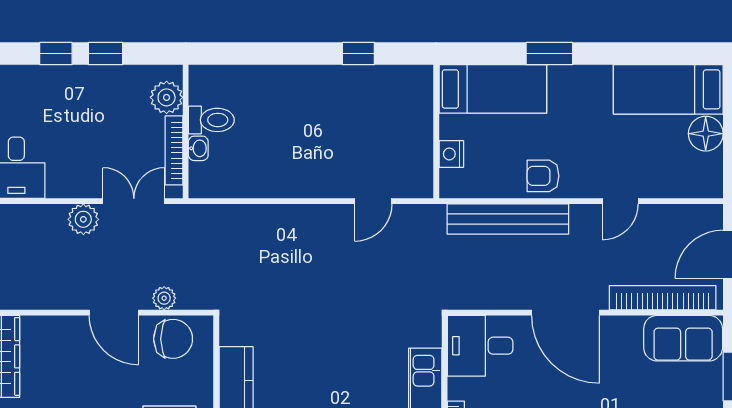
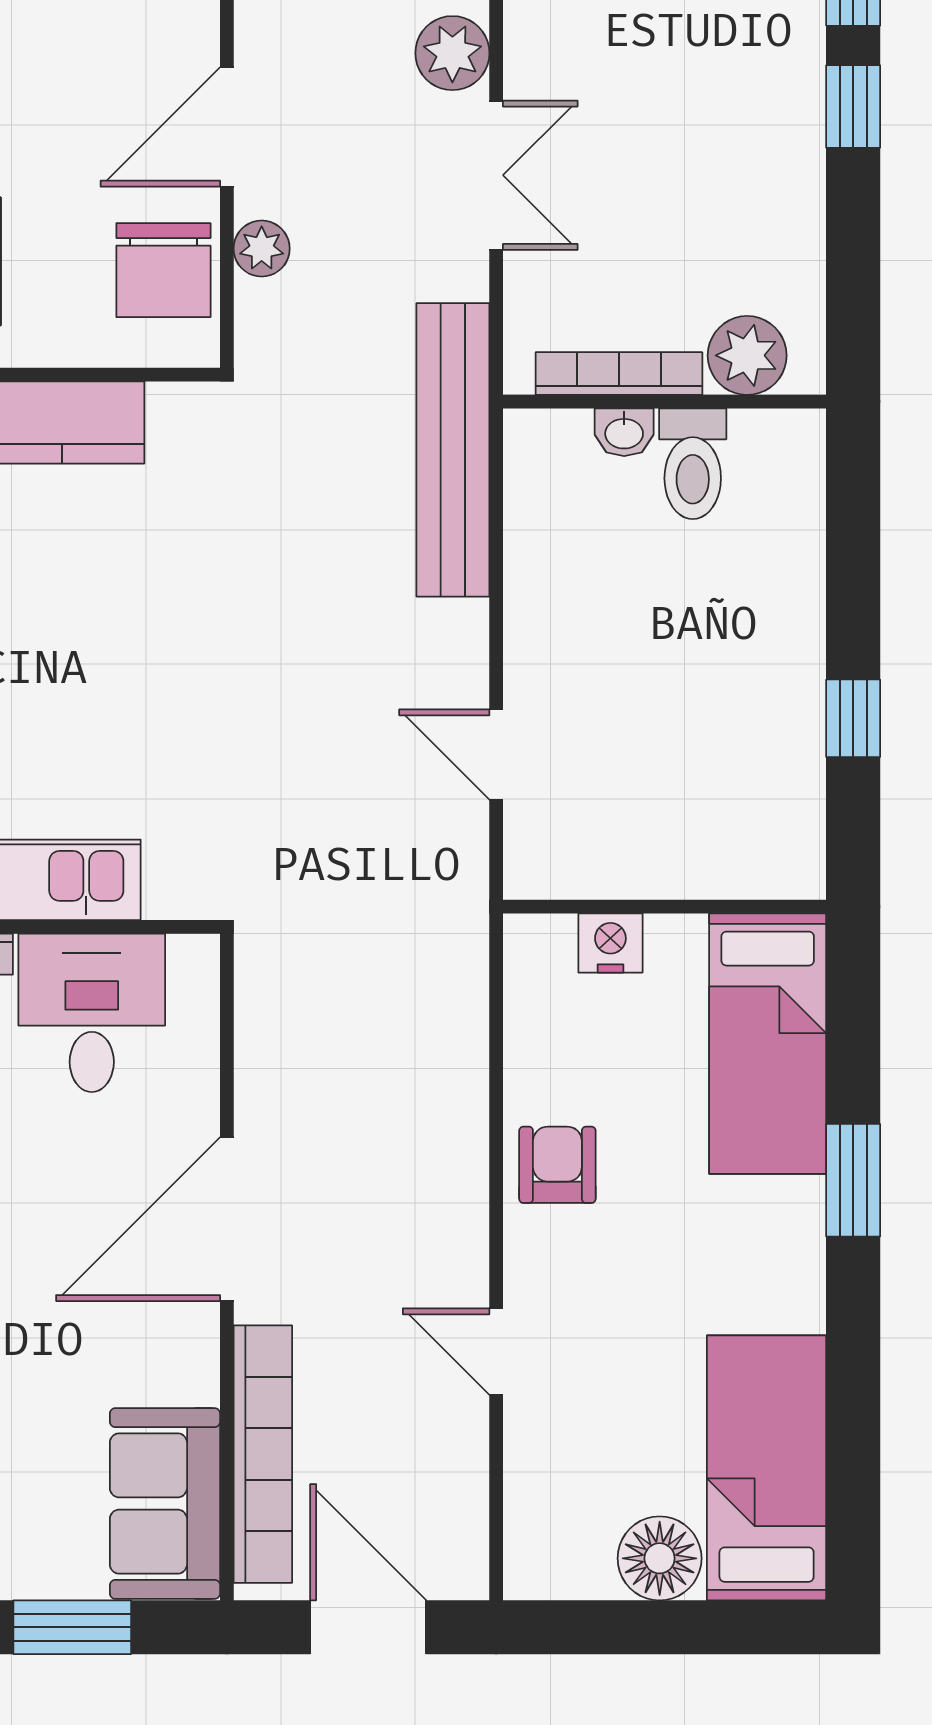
plant: (167, 97) -> (747, 355), moved
toilet: (211, 120) -> (693, 464), moved
wall: (186, 132) -> (665, 402), moved
washbasin: (198, 148) -> (624, 432), moved
bookcase: (174, 150) -> (619, 374), moved
bench: (508, 219) -> (453, 450), moved
desk: (480, 346) -> (92, 1013), moved

